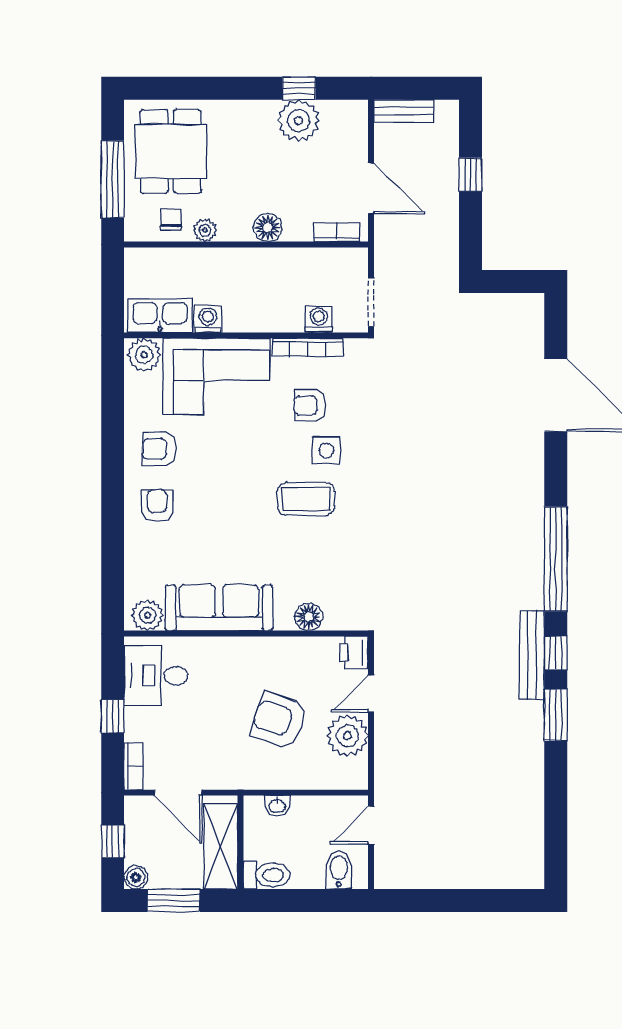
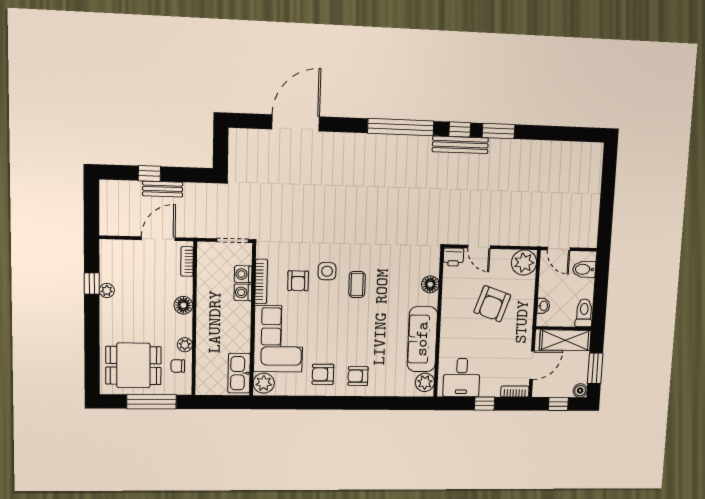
bench: (404, 111) -> (163, 189), moved, turned 90
plant: (298, 121) -> (107, 291), width x0.53, depth x0.53
washing machine: (208, 319) -> (243, 292), moved
armchair: (159, 449) -> (323, 374), turned 90
coffee table: (306, 499) -> (357, 285), width x0.73, depth x0.77
plant: (347, 736) -> (524, 263), moved

